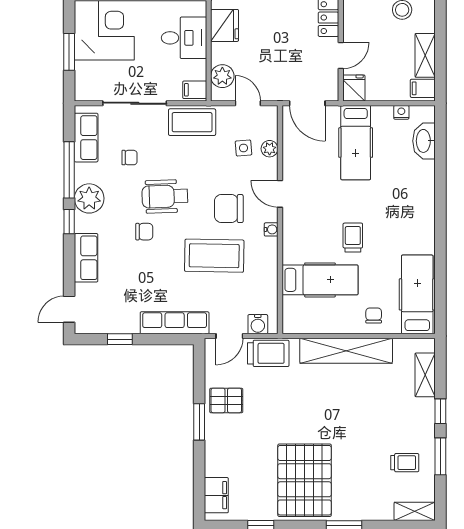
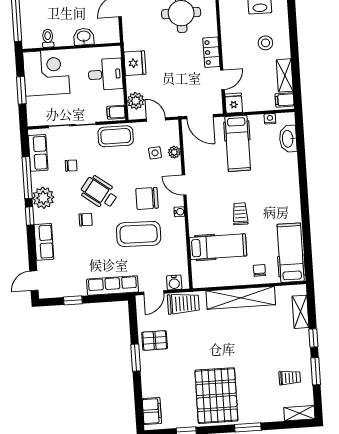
wheelchair: (165, 196) -> (99, 193), turned 39

